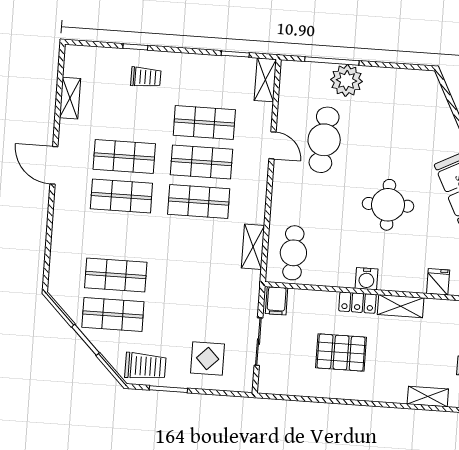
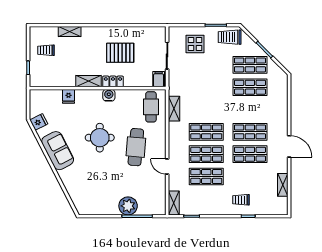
cafe table: (324, 140) -> (136, 147), moved

